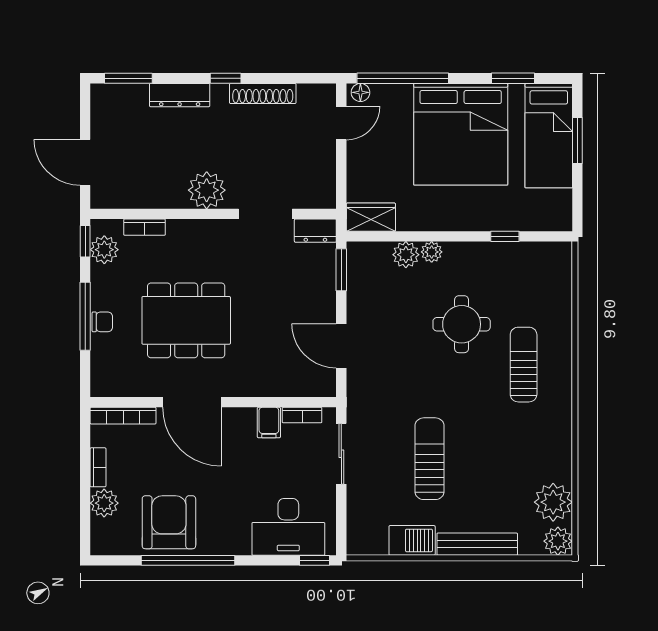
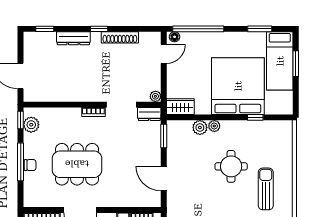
window: (128, 78) -> (45, 29), width x0.67
bed: (461, 134) -> (238, 86), moved, turned 180
plant: (207, 190) -> (155, 96), moved, width x0.53, depth x0.53
bookcase: (144, 227) -> (93, 112), moved

